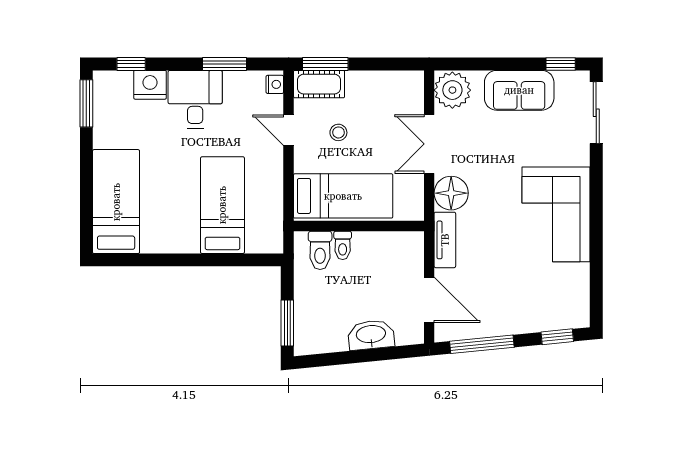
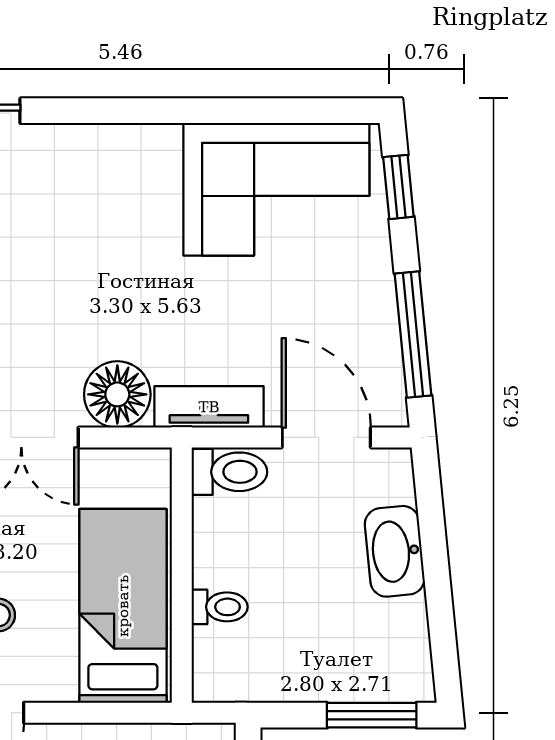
corner sofa: (556, 214) -> (276, 189), moved
toilet: (320, 250) -> (229, 472), moved
door: (429, 300) -> (326, 437), hinge flipped

